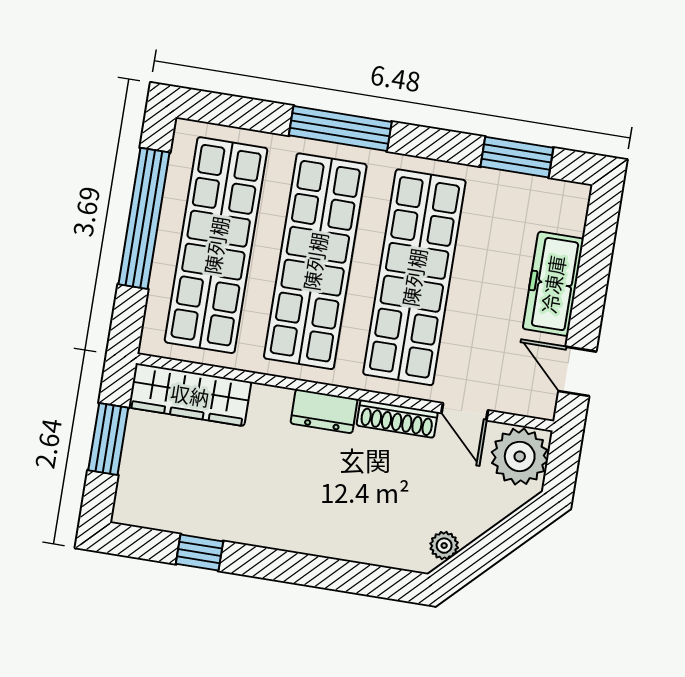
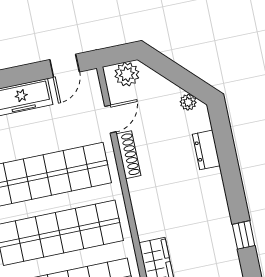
dresser: (324, 411) -> (206, 150), moved, turned 180
plant: (520, 456) -> (127, 74), width x0.73, depth x0.73

